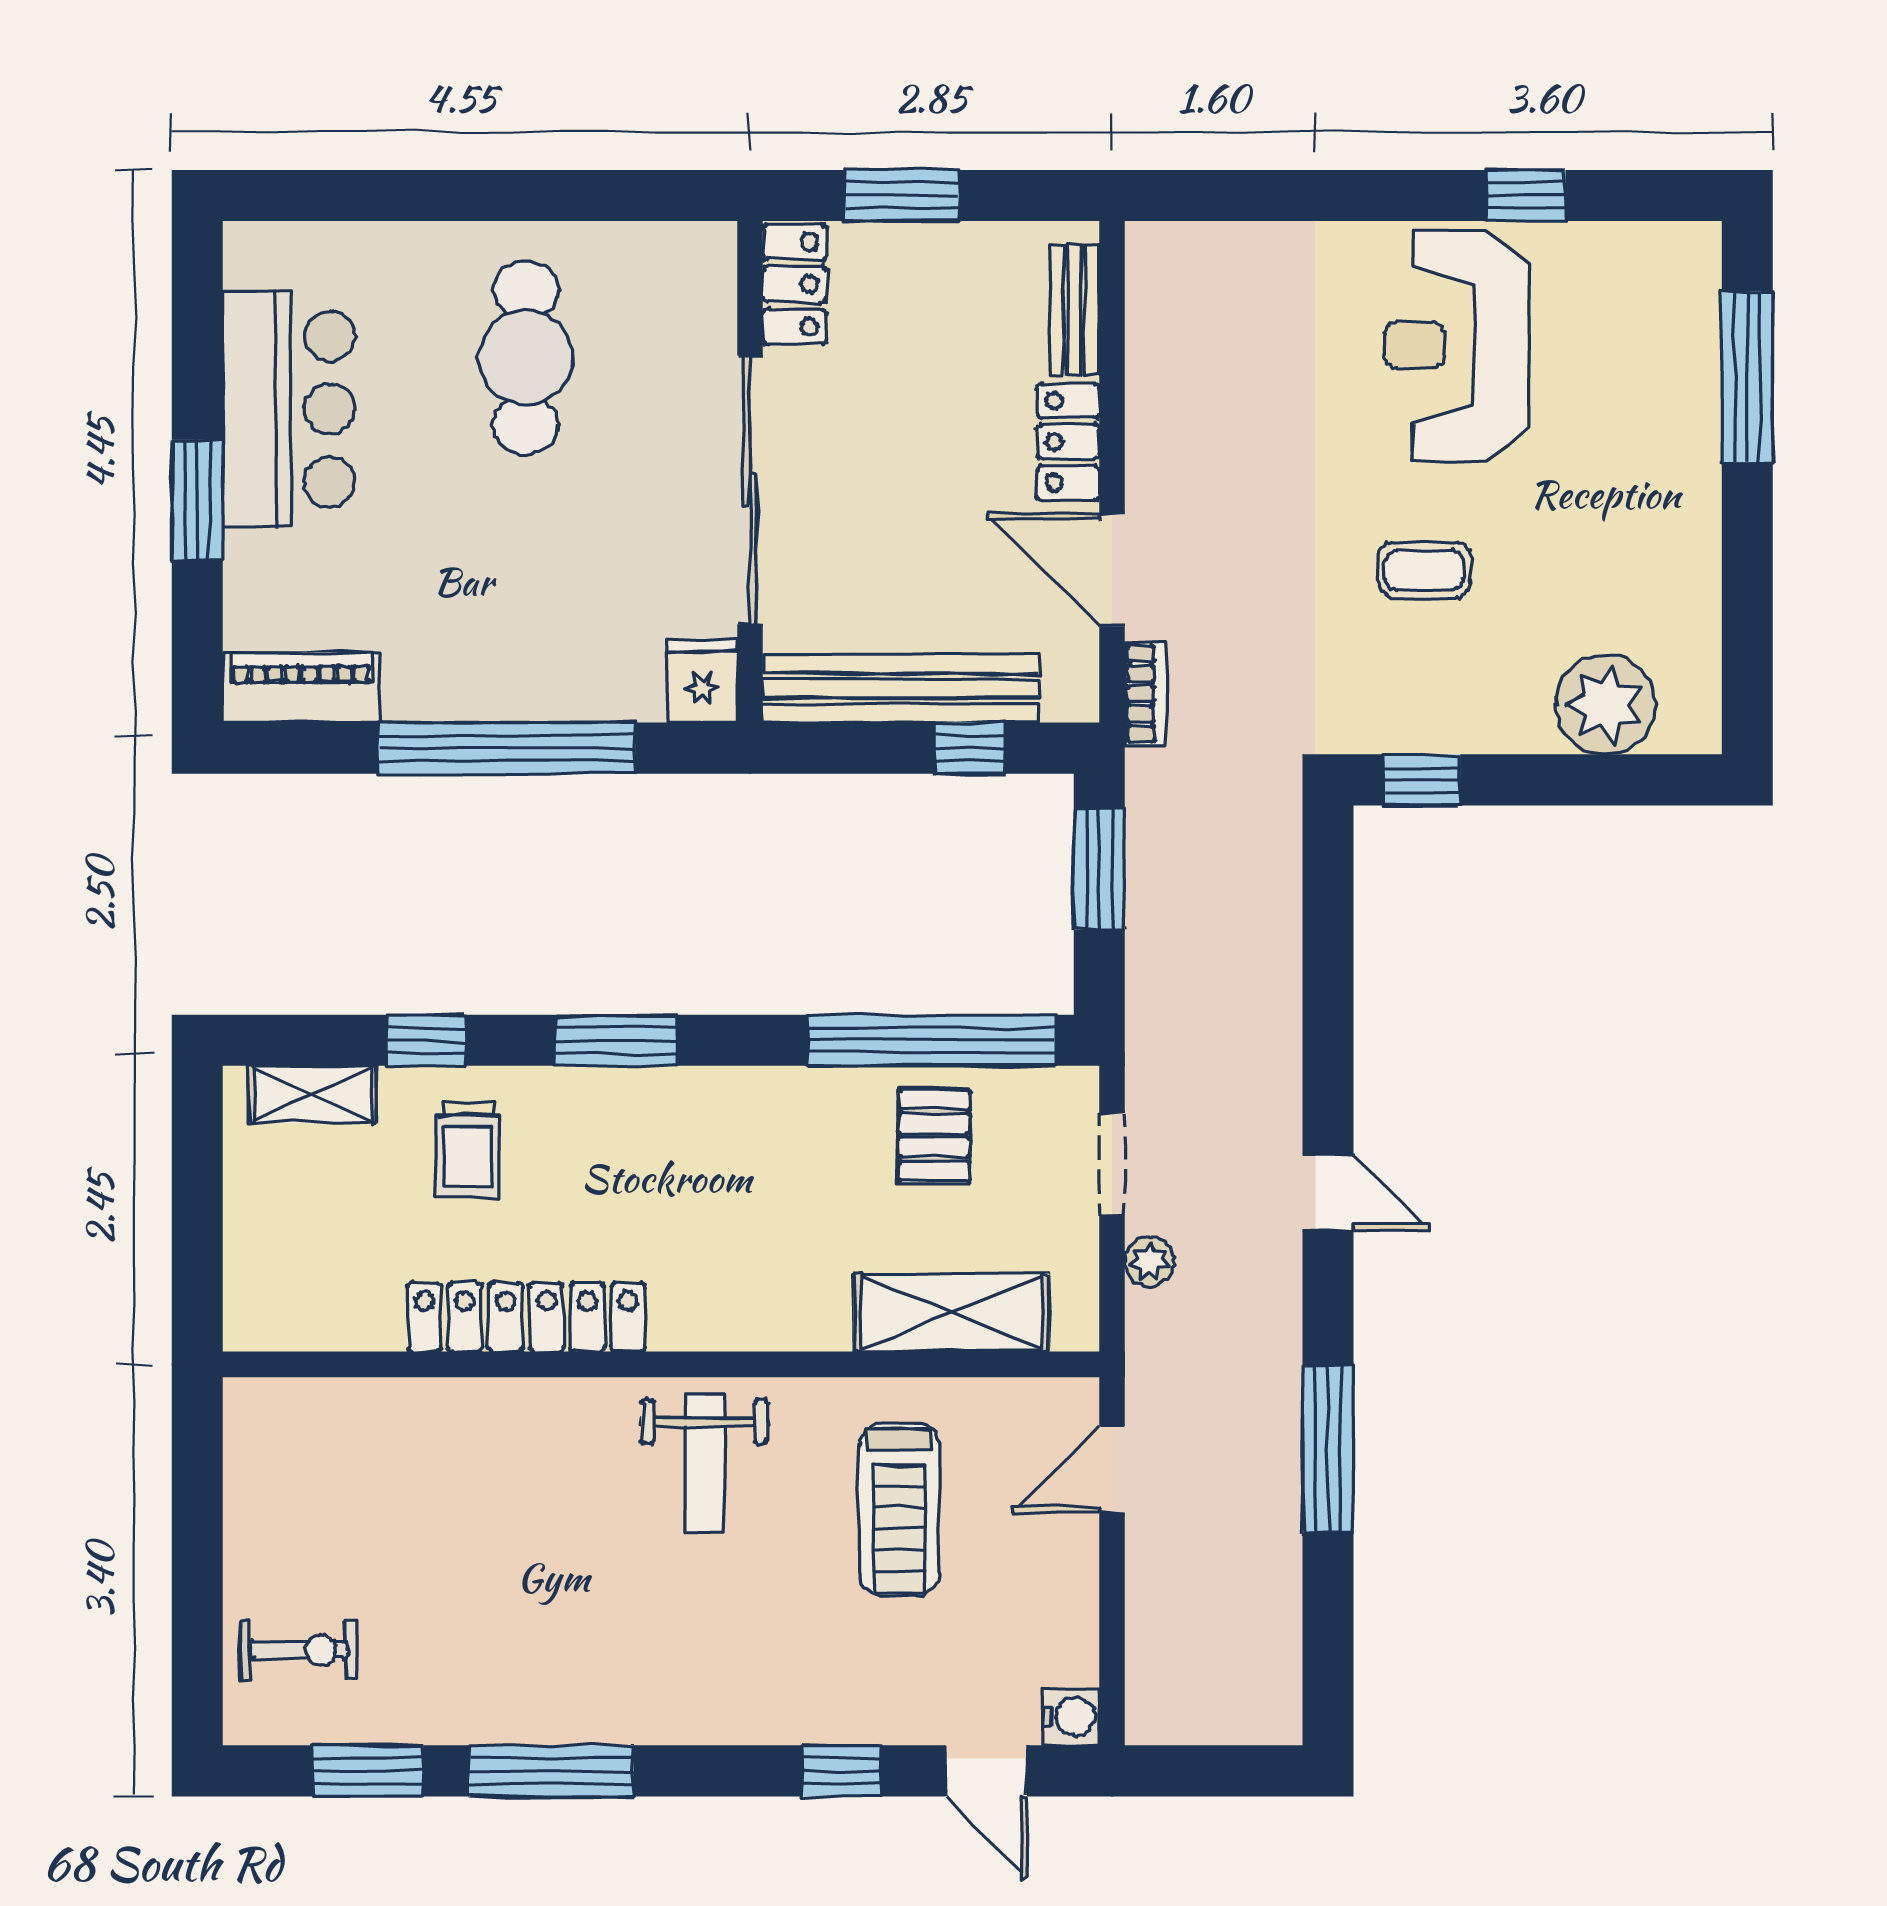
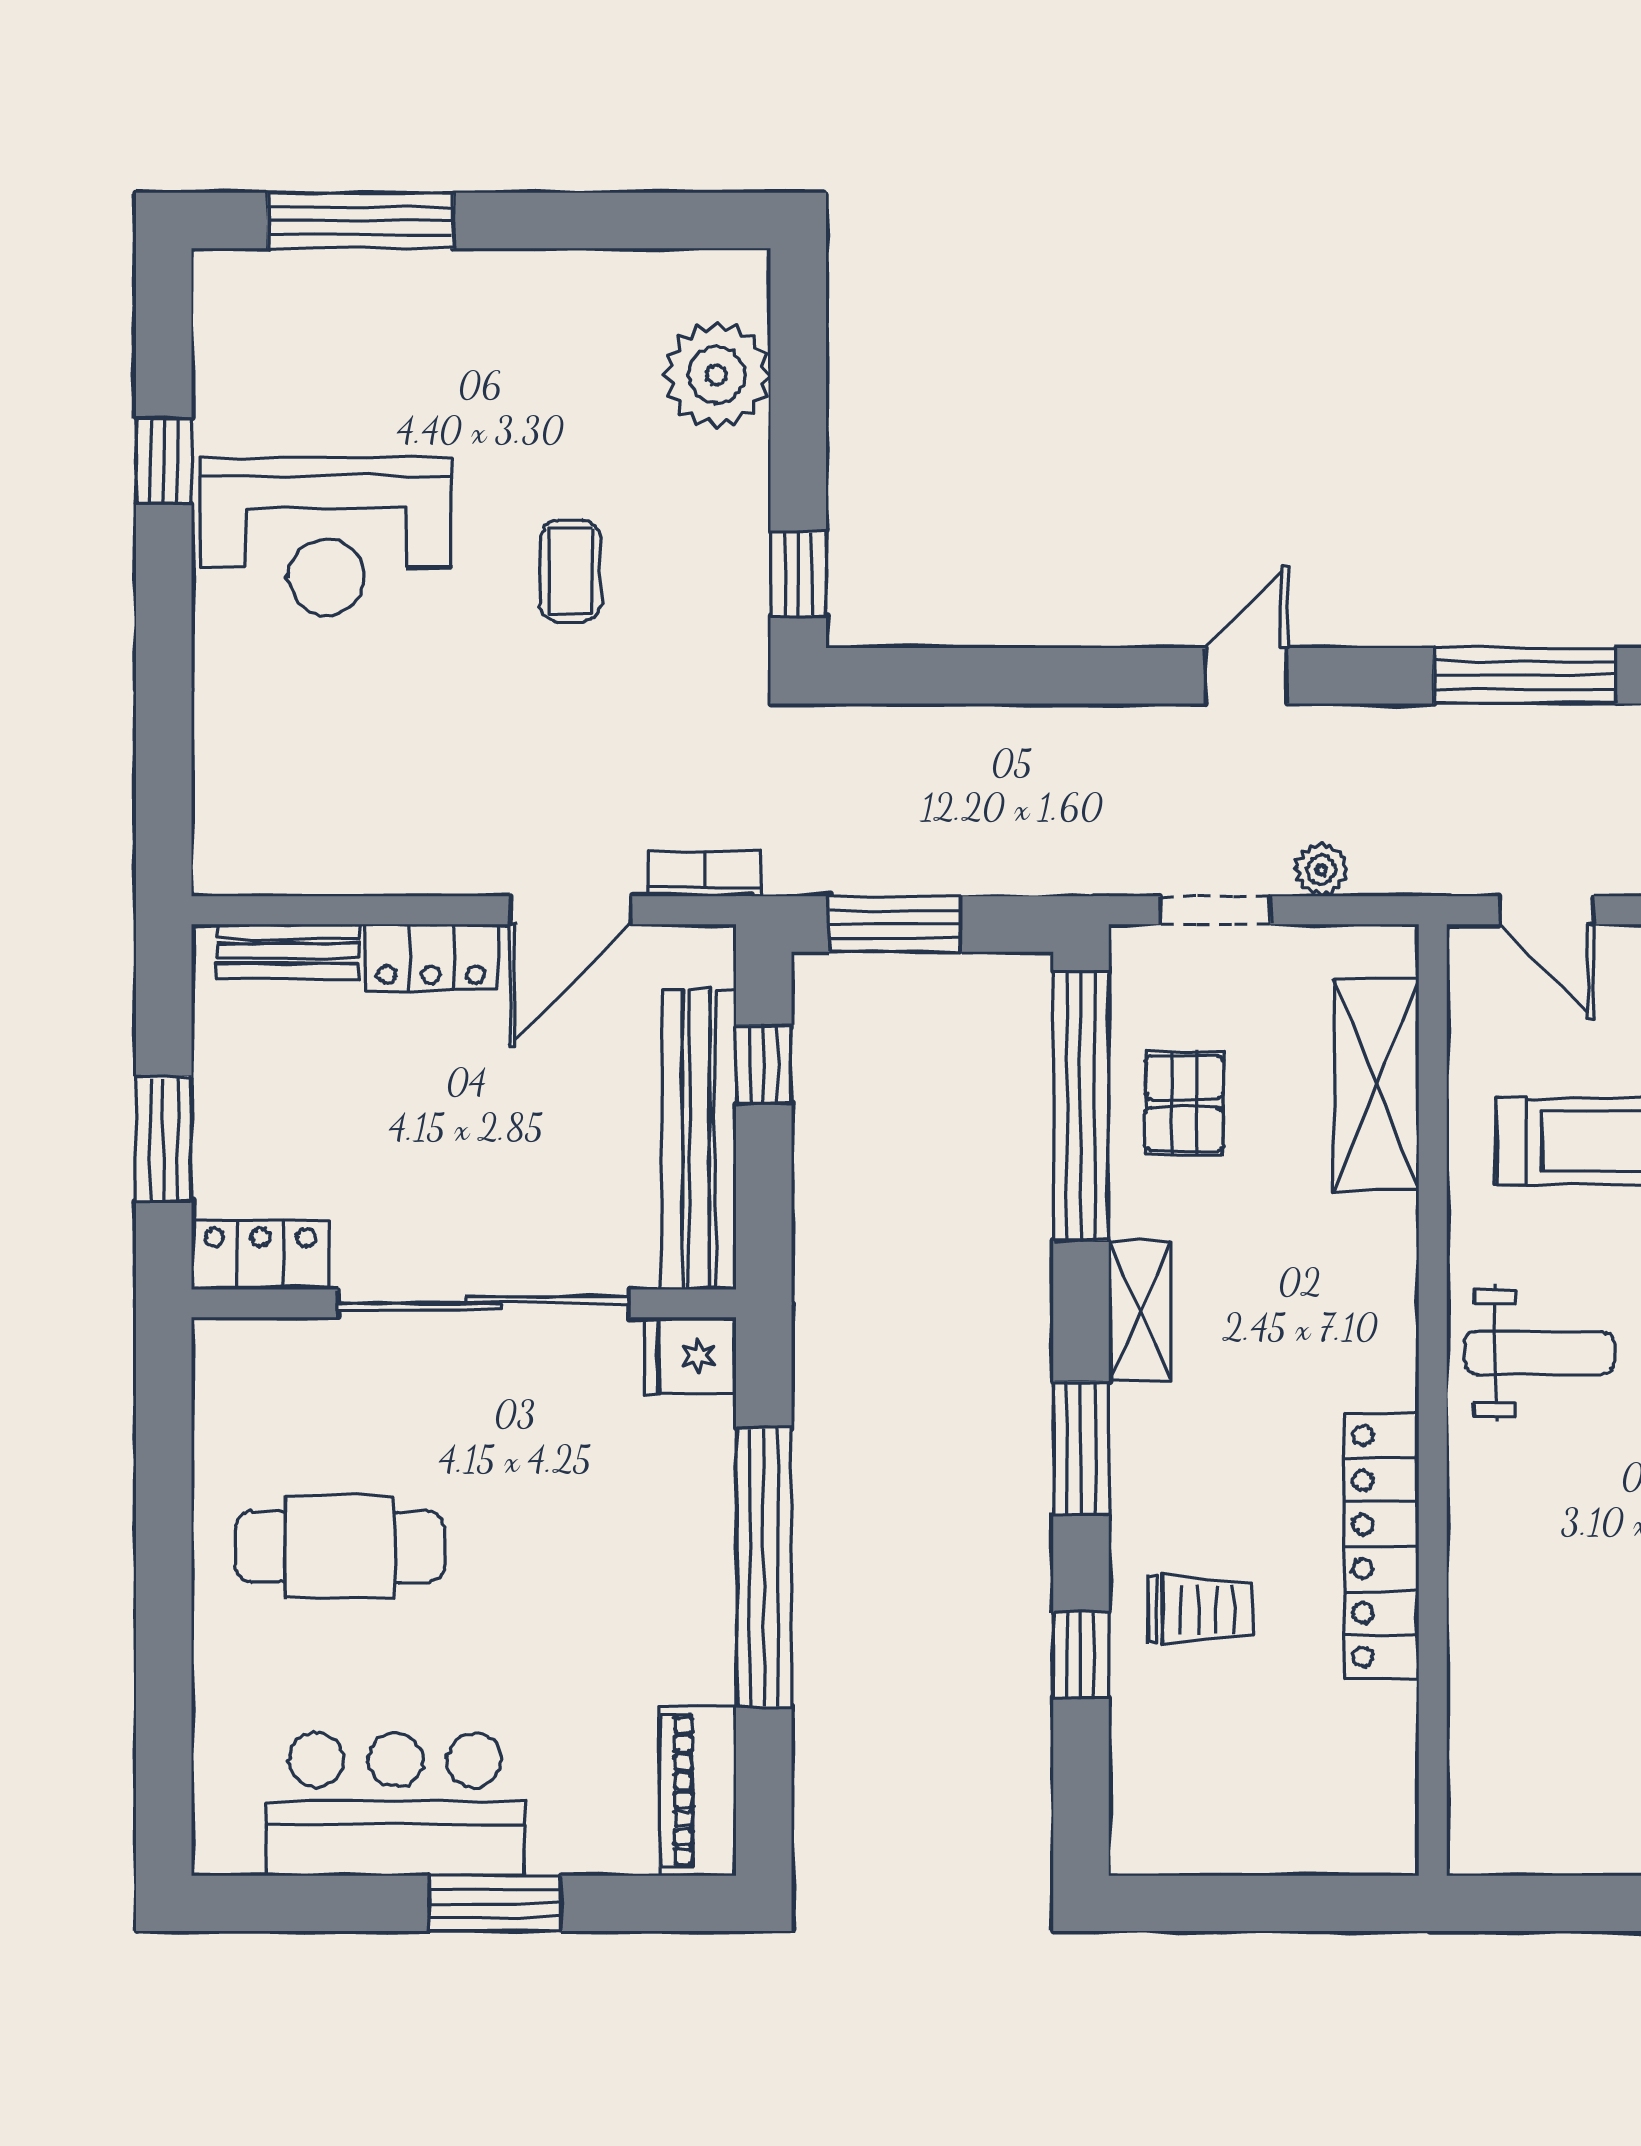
shelving: (313, 1094) -> (1140, 1311), moved
pallet: (934, 1136) -> (1184, 1103), turned 90

